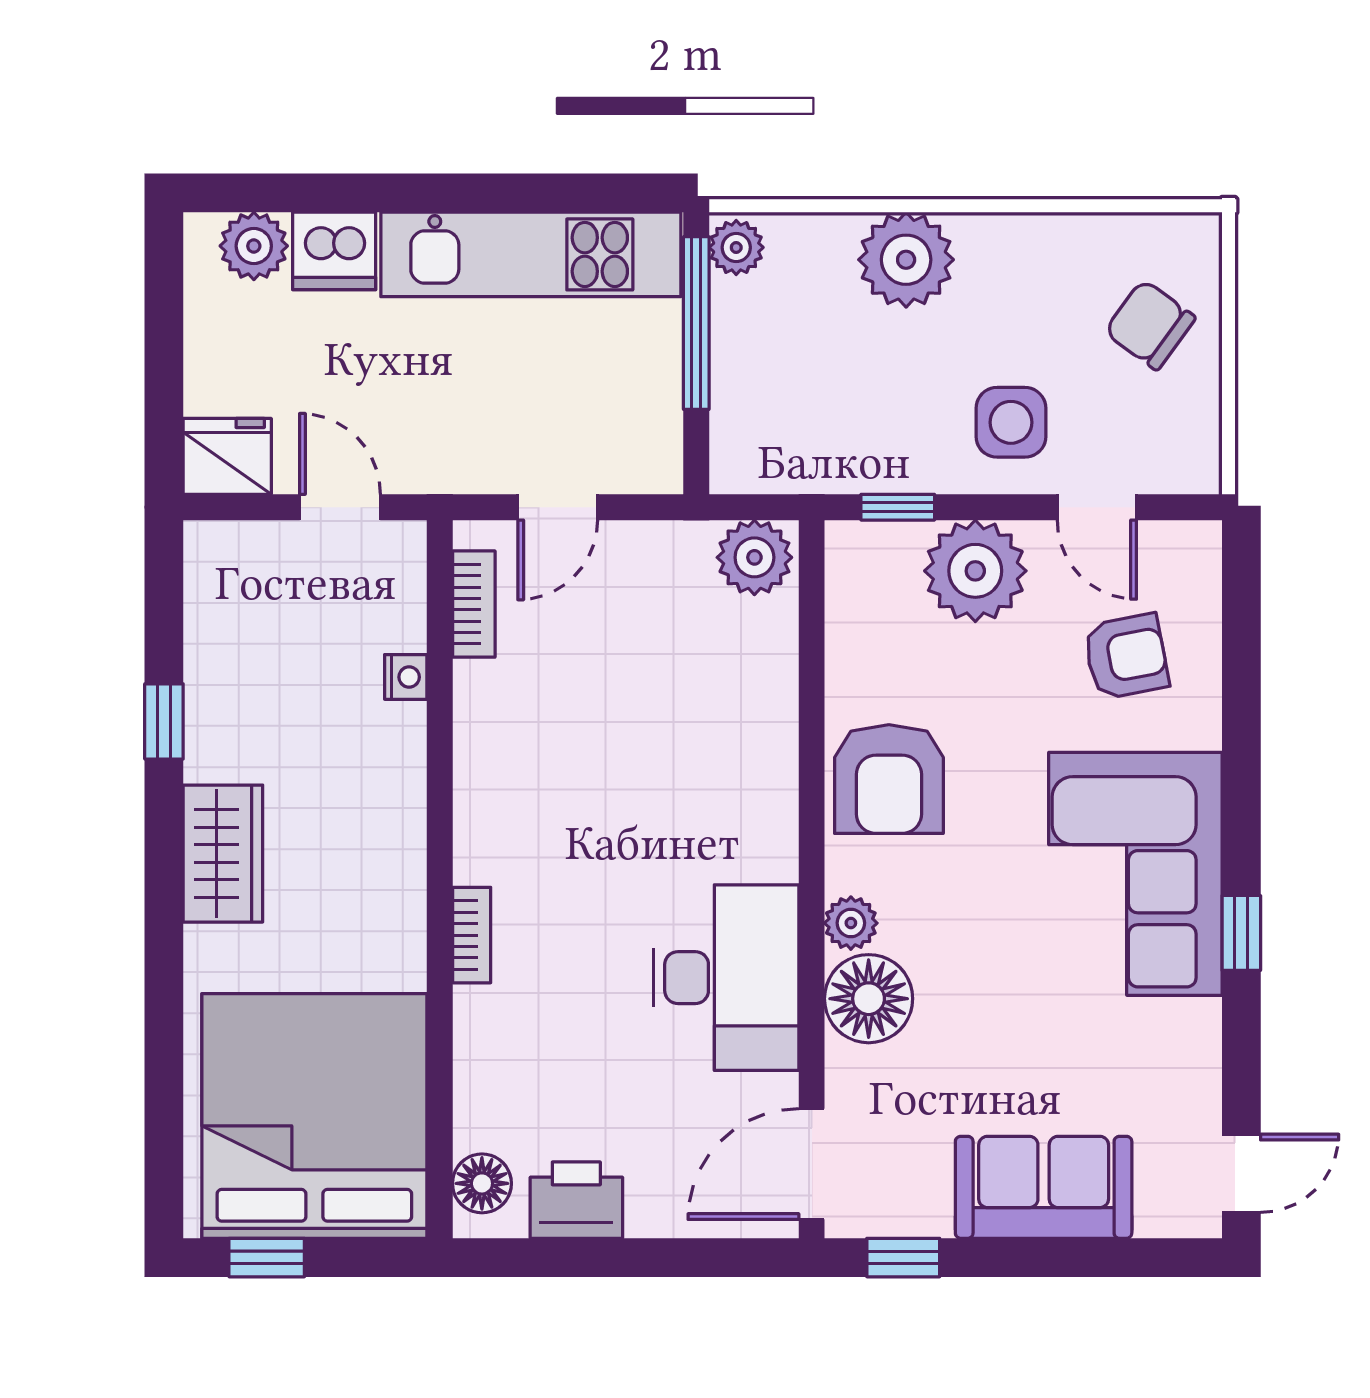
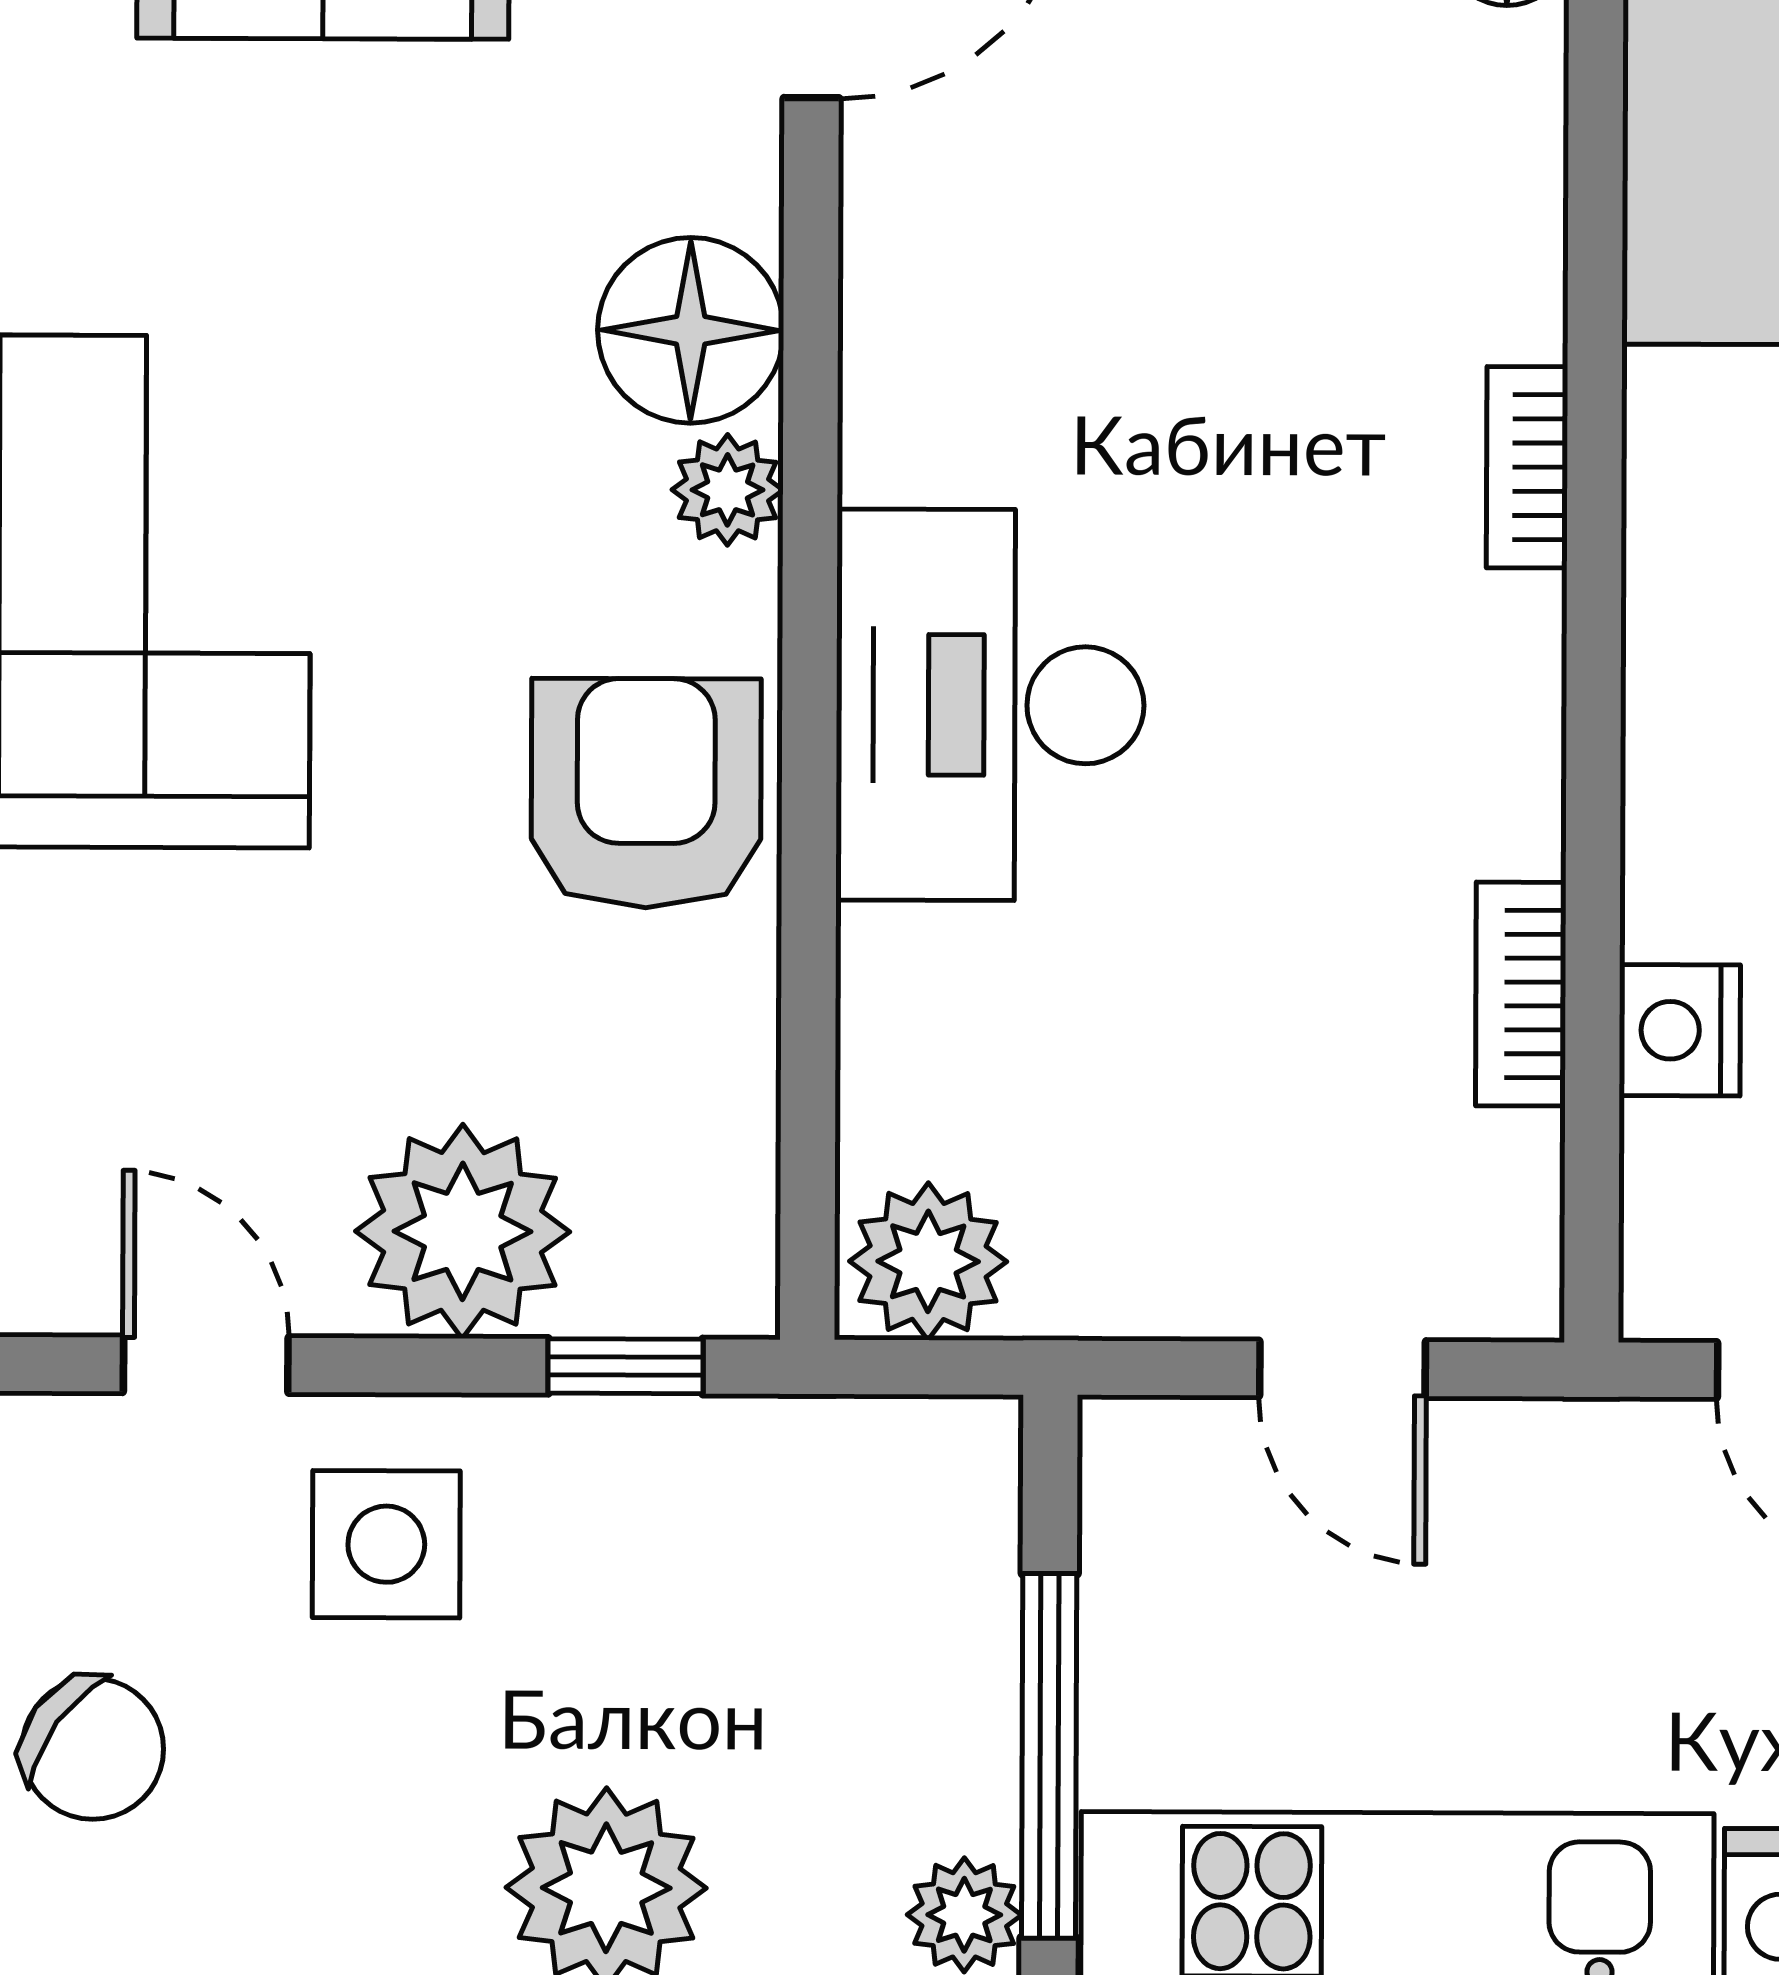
door: (558, 507) -> (1342, 1369), swing flipped
bookcase: (474, 604) -> (1521, 994), moved
armchair: (1126, 656) -> (145, 1050), removed
nightstand: (406, 677) -> (1680, 1030), width x1.39, depth x1.35
desk: (726, 978) -> (990, 705), moved

